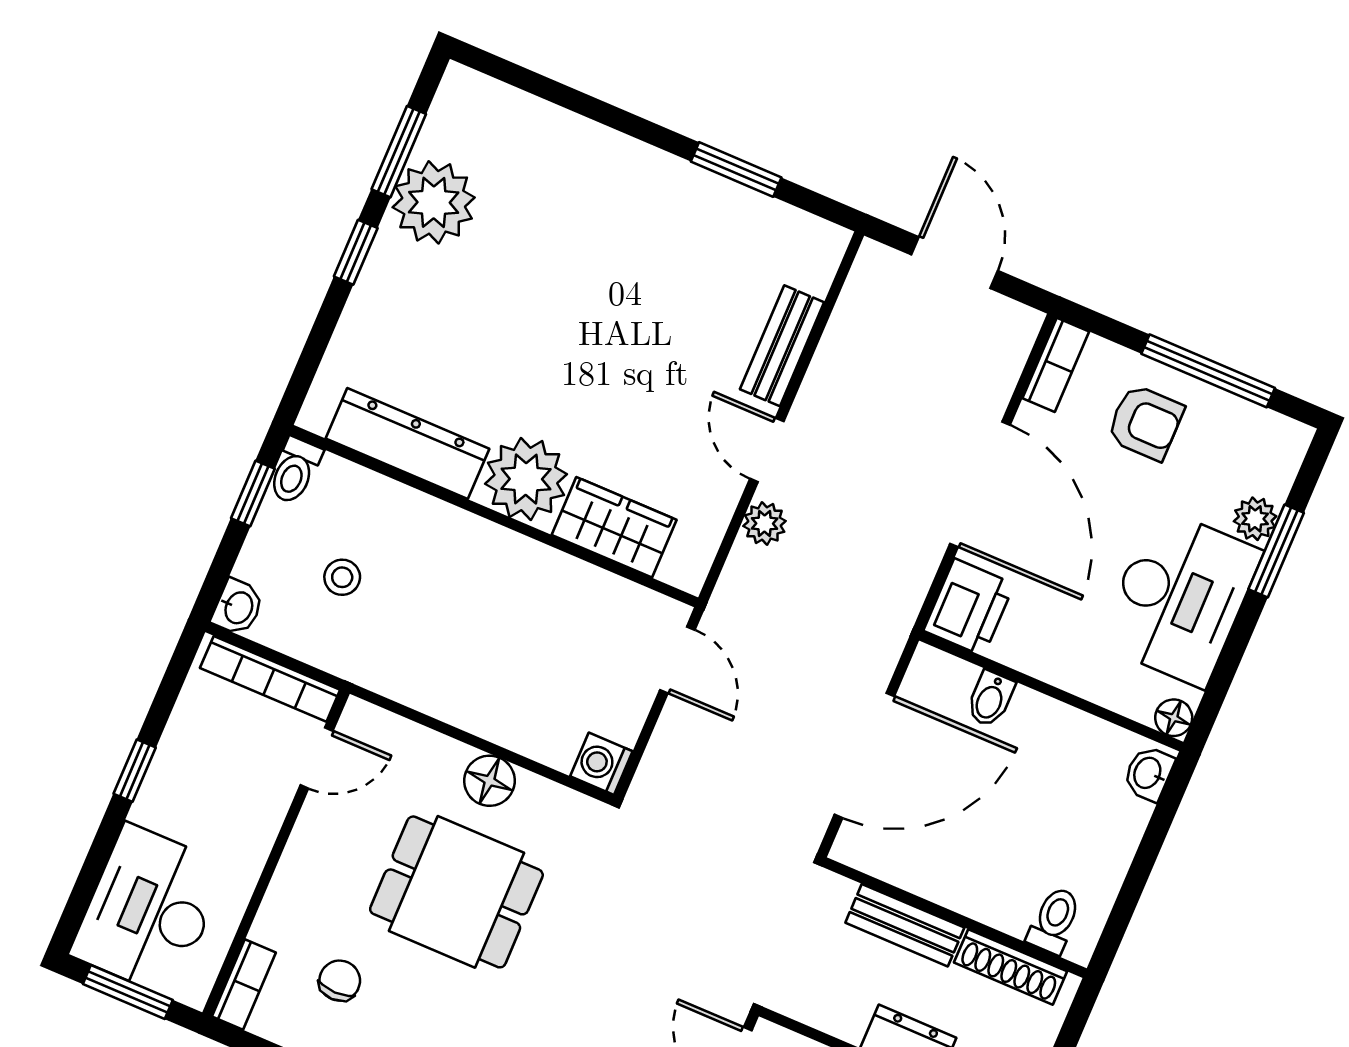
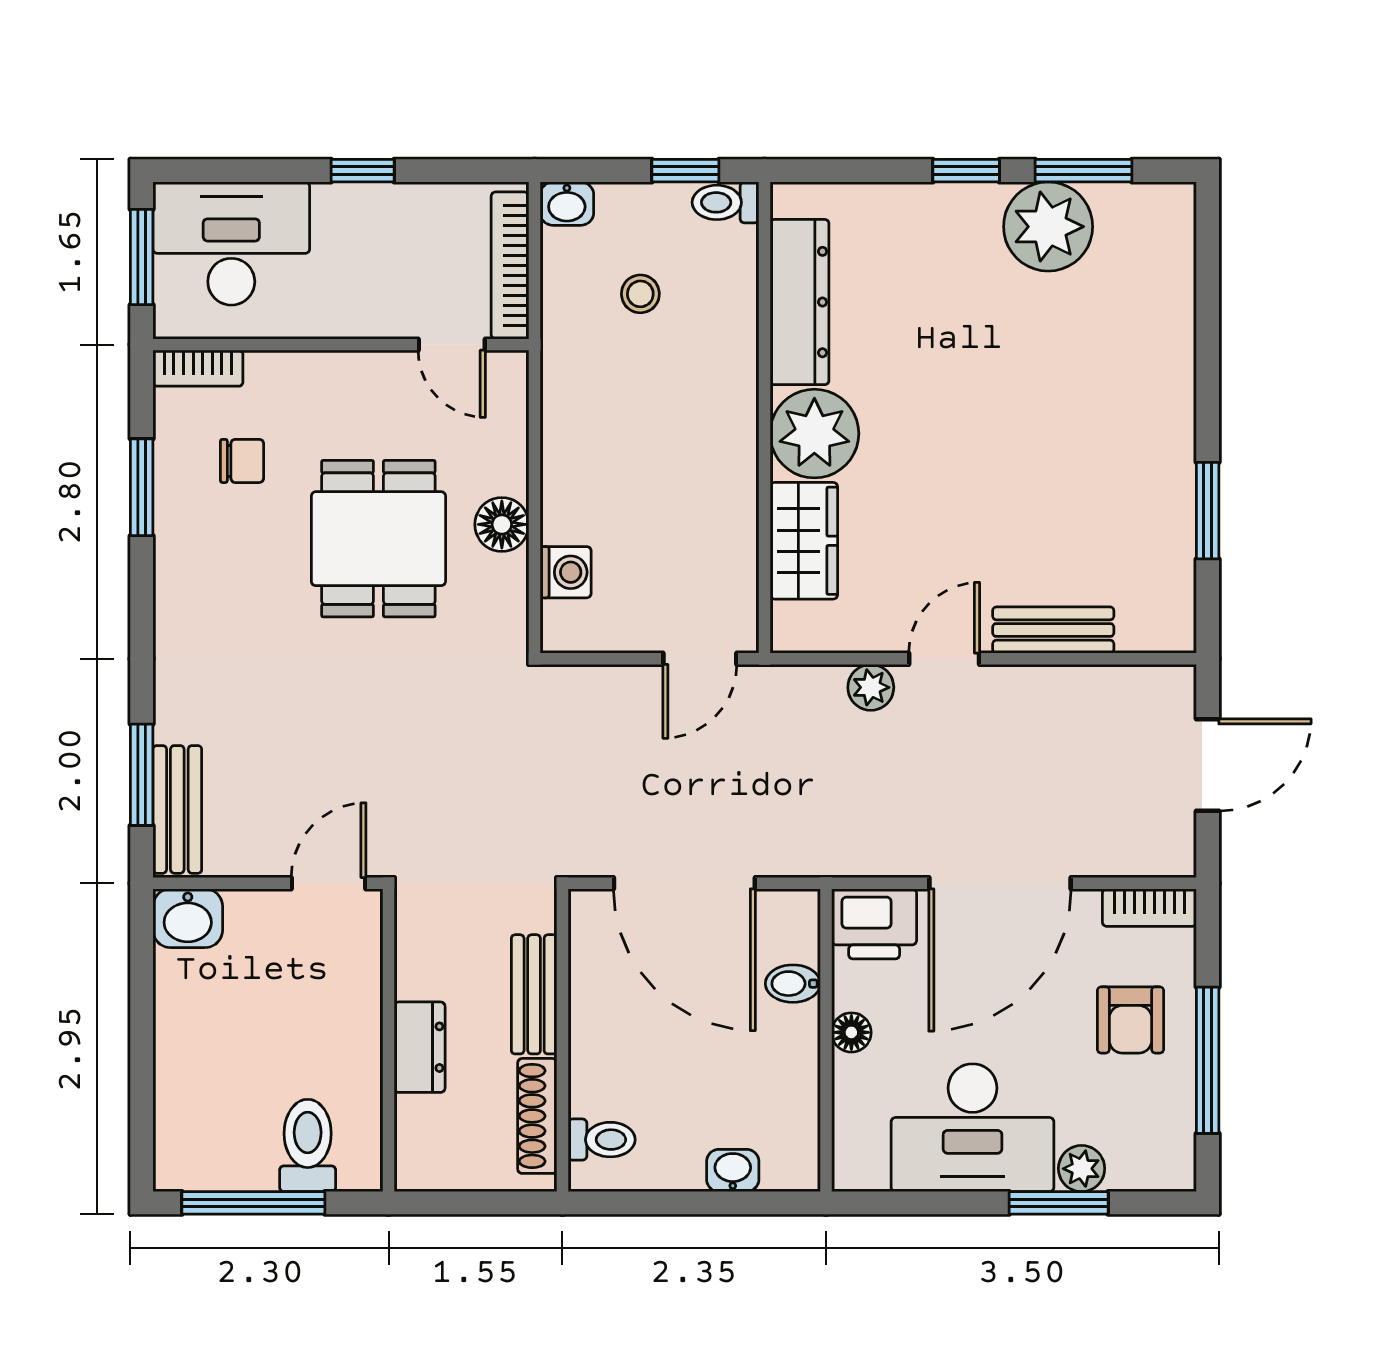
floor lamp: (1174, 718) -> (851, 1032), moved
washing machine: (601, 764) -> (566, 572), moved, turned 90
washbasin: (1148, 773) -> (733, 1170), moved

